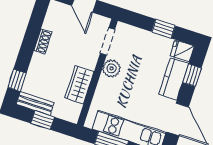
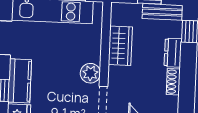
dresser: (36, 66) -> (173, 53), added

